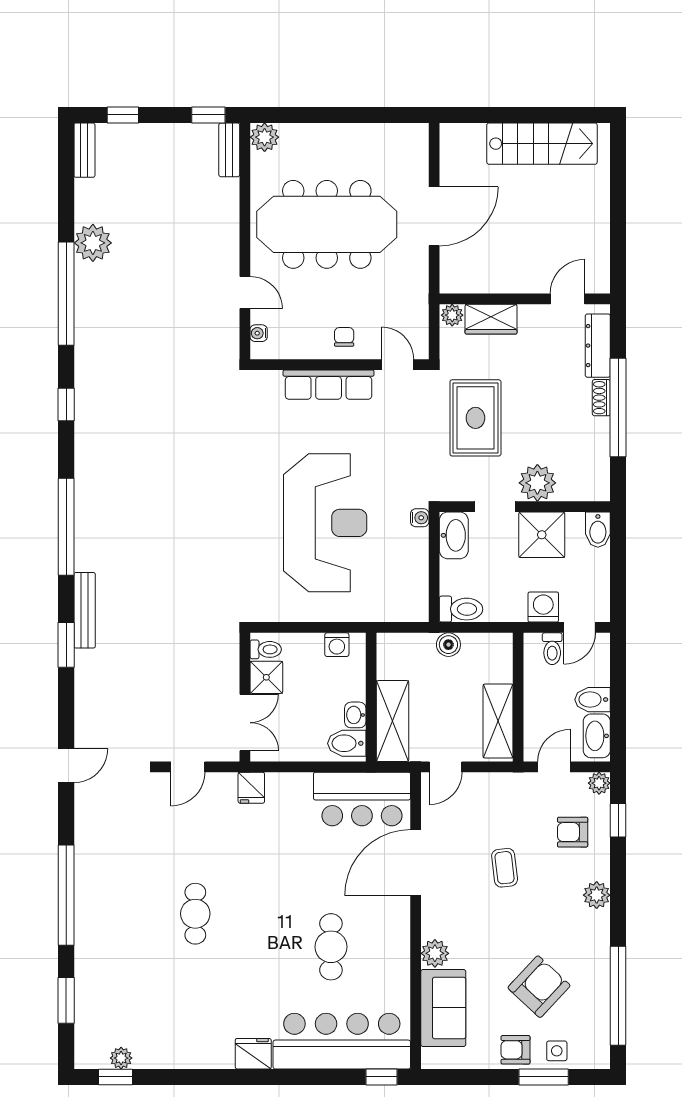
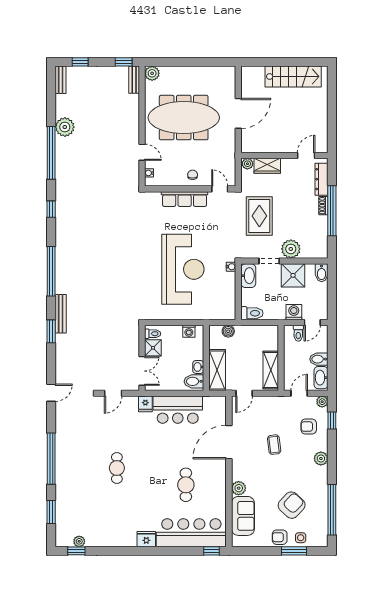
boiler: (448, 645) -> (228, 331), moved
bar counter: (362, 799) -> (178, 410), moved

